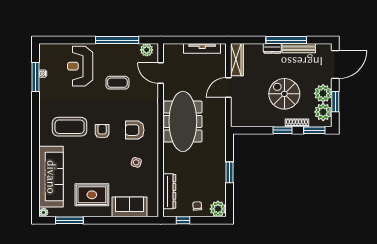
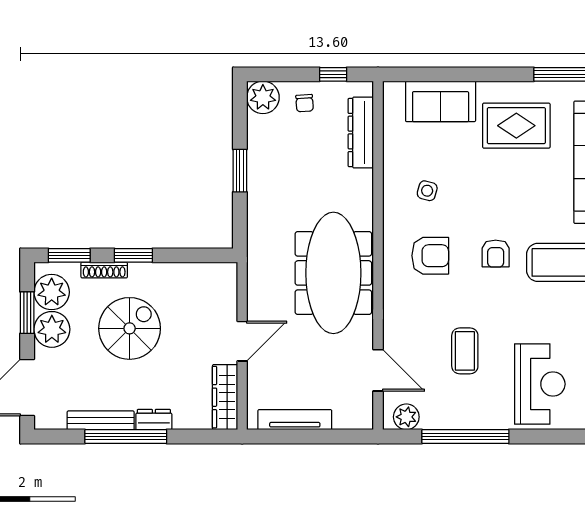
coffee table: (117, 83) -> (465, 351), turned 90
spiral stairs: (284, 94) -> (130, 328), turned -90

